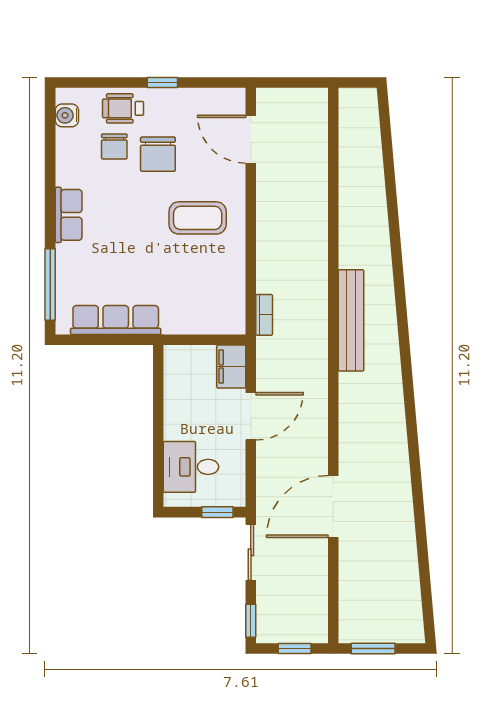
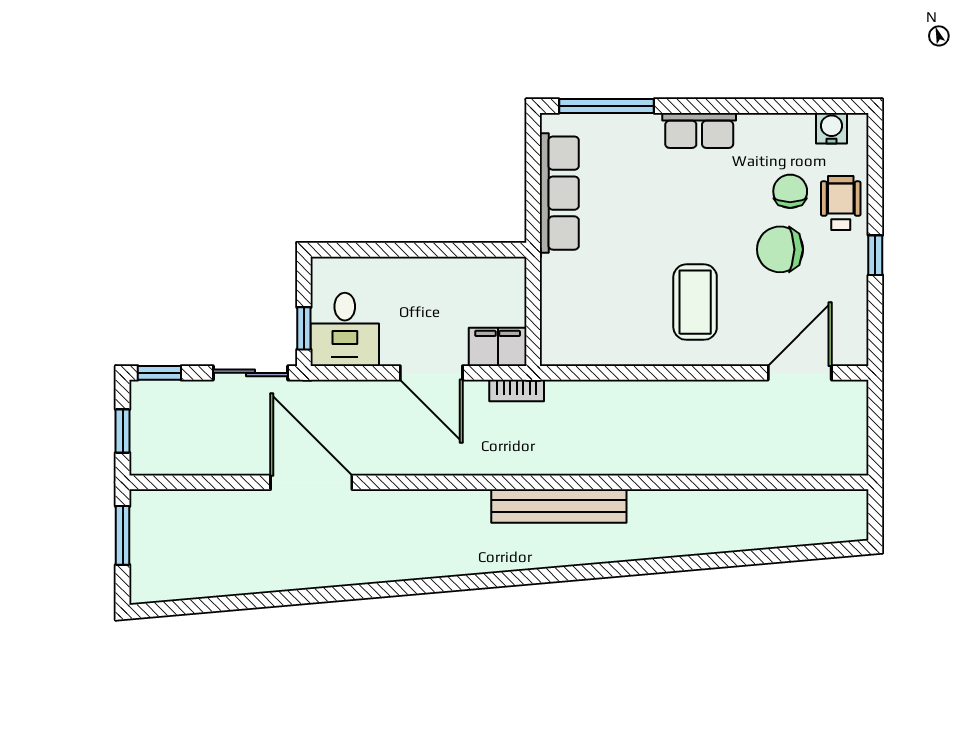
chair: (114, 146) -> (790, 191), turned 90
bookcase: (264, 315) -> (517, 391), moved
desk: (191, 467) -> (345, 329), moved, turned 180

